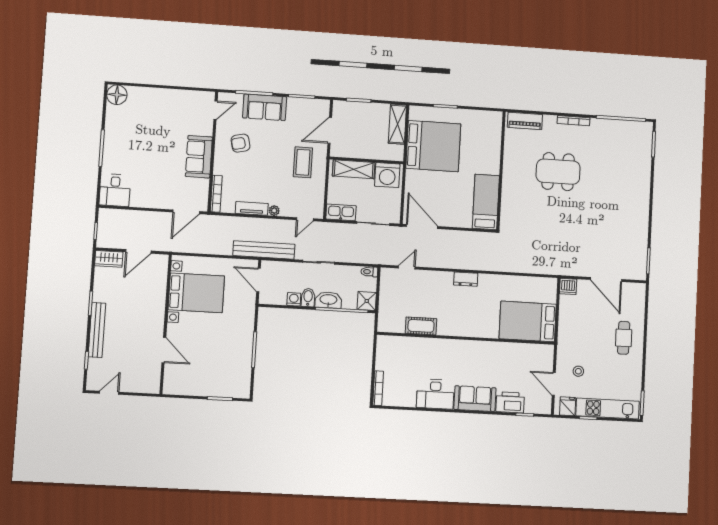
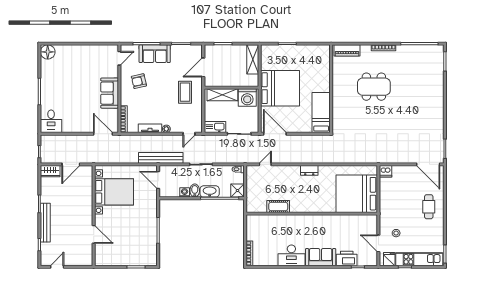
bed: (433, 146) -> (280, 88), moved
door: (186, 212) -> (103, 134), swing flipped
door: (606, 280) -> (428, 164), moved
bed: (528, 321) -> (357, 194), width x1.36

